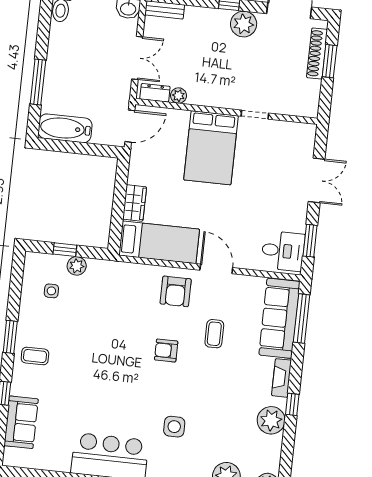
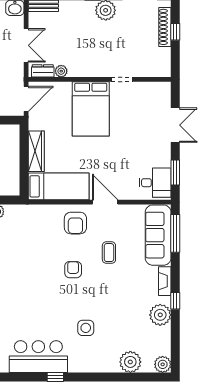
window: (330, 61) -> (175, 32), width x0.67
wardrobe: (135, 203) -> (36, 151), width x1.50
armchair: (166, 350) -> (73, 270), turned 90

